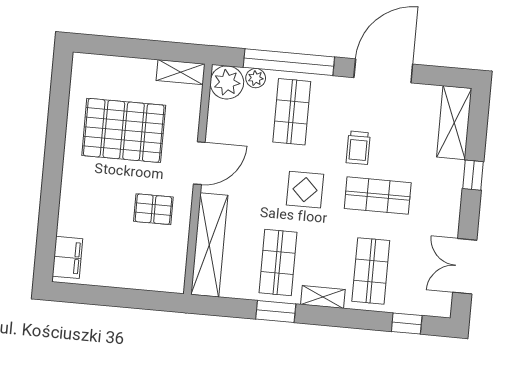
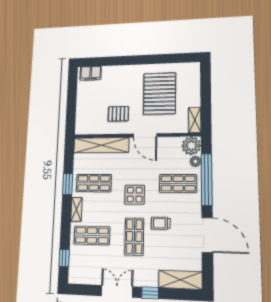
pallet: (153, 209) -> (118, 114), turned 90
double door: (465, 266) -> (117, 291), moved

